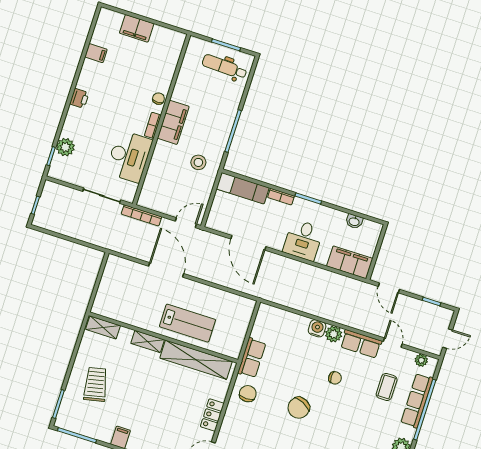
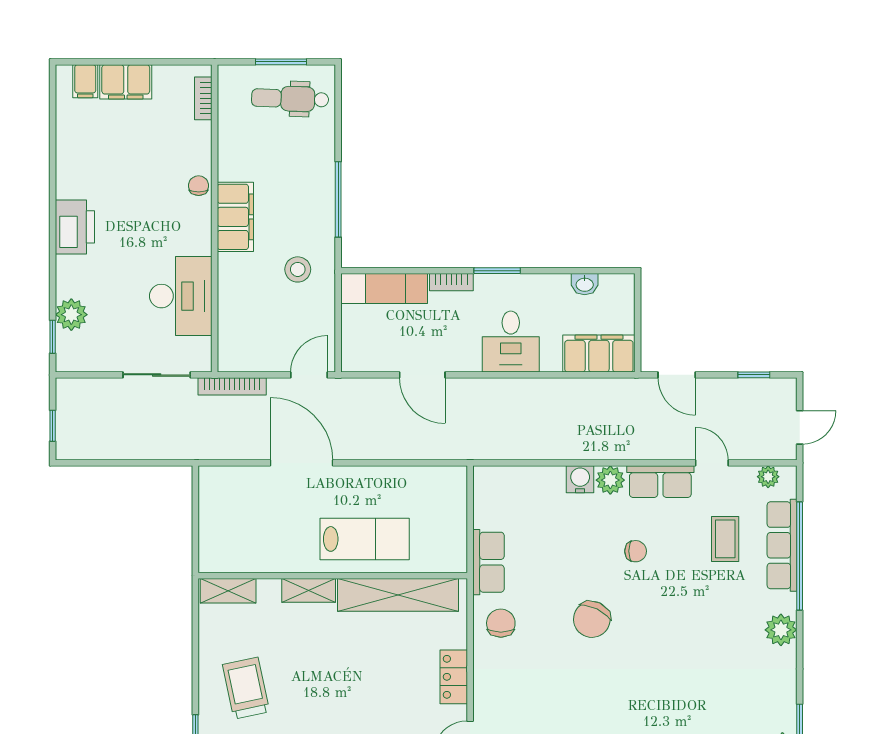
filing cabinet: (96, 53) -> (85, 81), moved, turned 90
printer: (79, 98) -> (75, 227), width x1.87, depth x1.48
bookcase: (153, 125) -> (203, 98), moved
door: (248, 243) -> (422, 375), width x0.73

